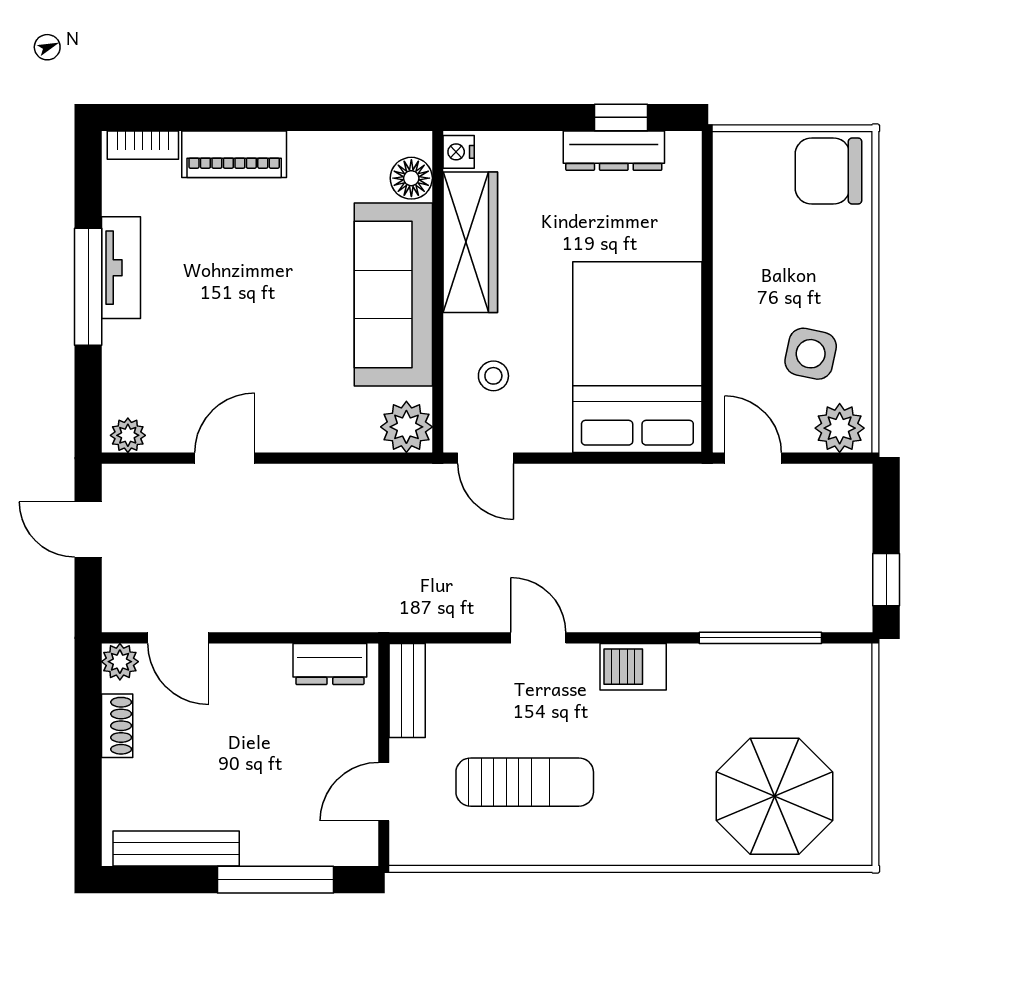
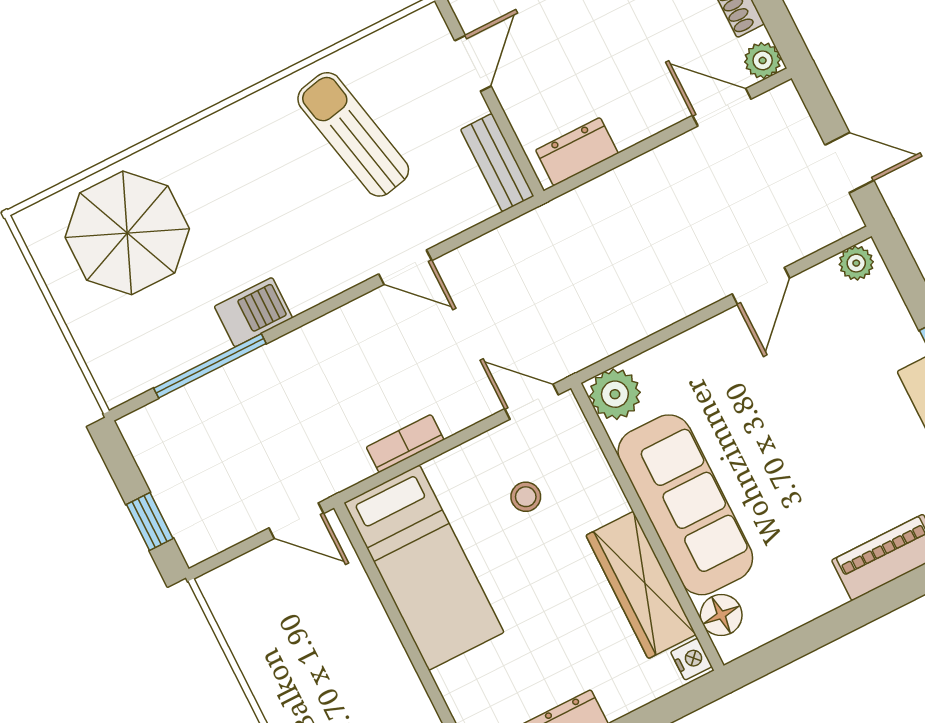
side table: (811, 354) -> (292, 638), removed
bed: (637, 357) -> (424, 568), width x0.67
stool: (493, 376) -> (526, 497), moved
plant: (840, 428) -> (233, 586), removed
bookcase: (619, 478) -> (405, 443), added
window: (886, 580) -> (150, 521), moved
barbecue: (633, 667) -> (253, 312), moved
sun lounger: (525, 782) -> (353, 134), turned 78

